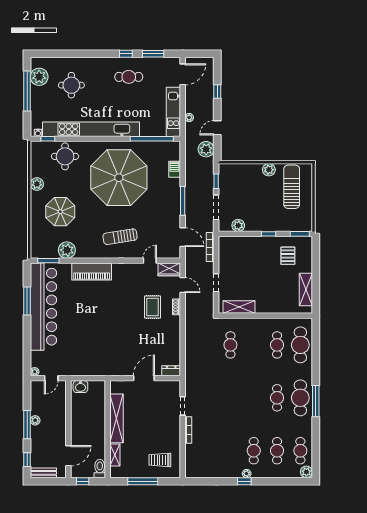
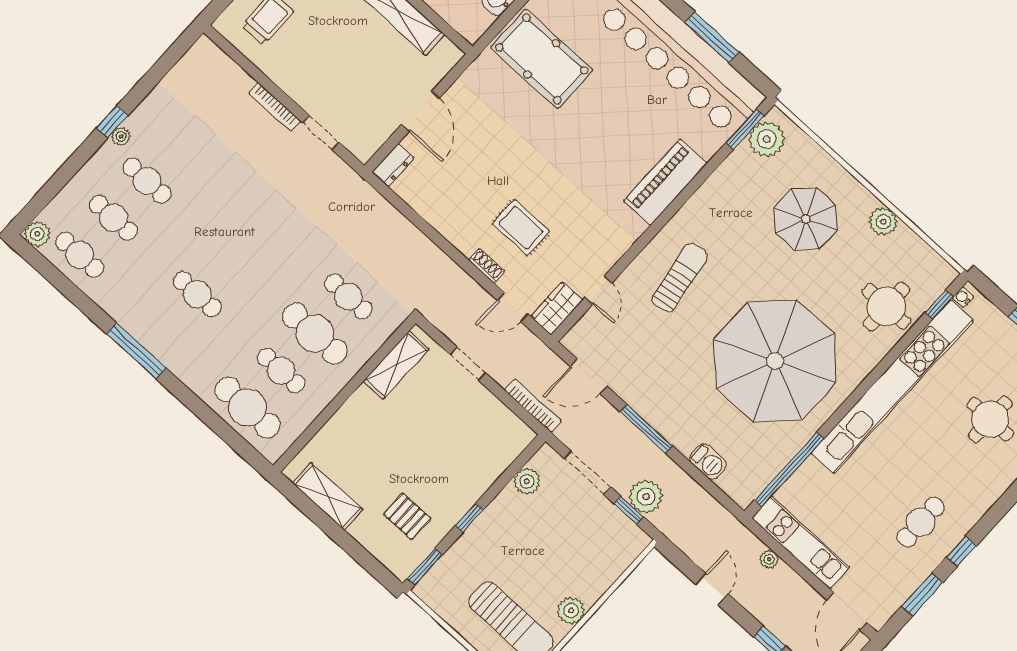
plant: (206, 149) -> (646, 497), moved
plant: (67, 250) -> (767, 139), moved
pool table: (88, 353) -> (542, 59), added
cafe table: (300, 398) -> (315, 334), moved

